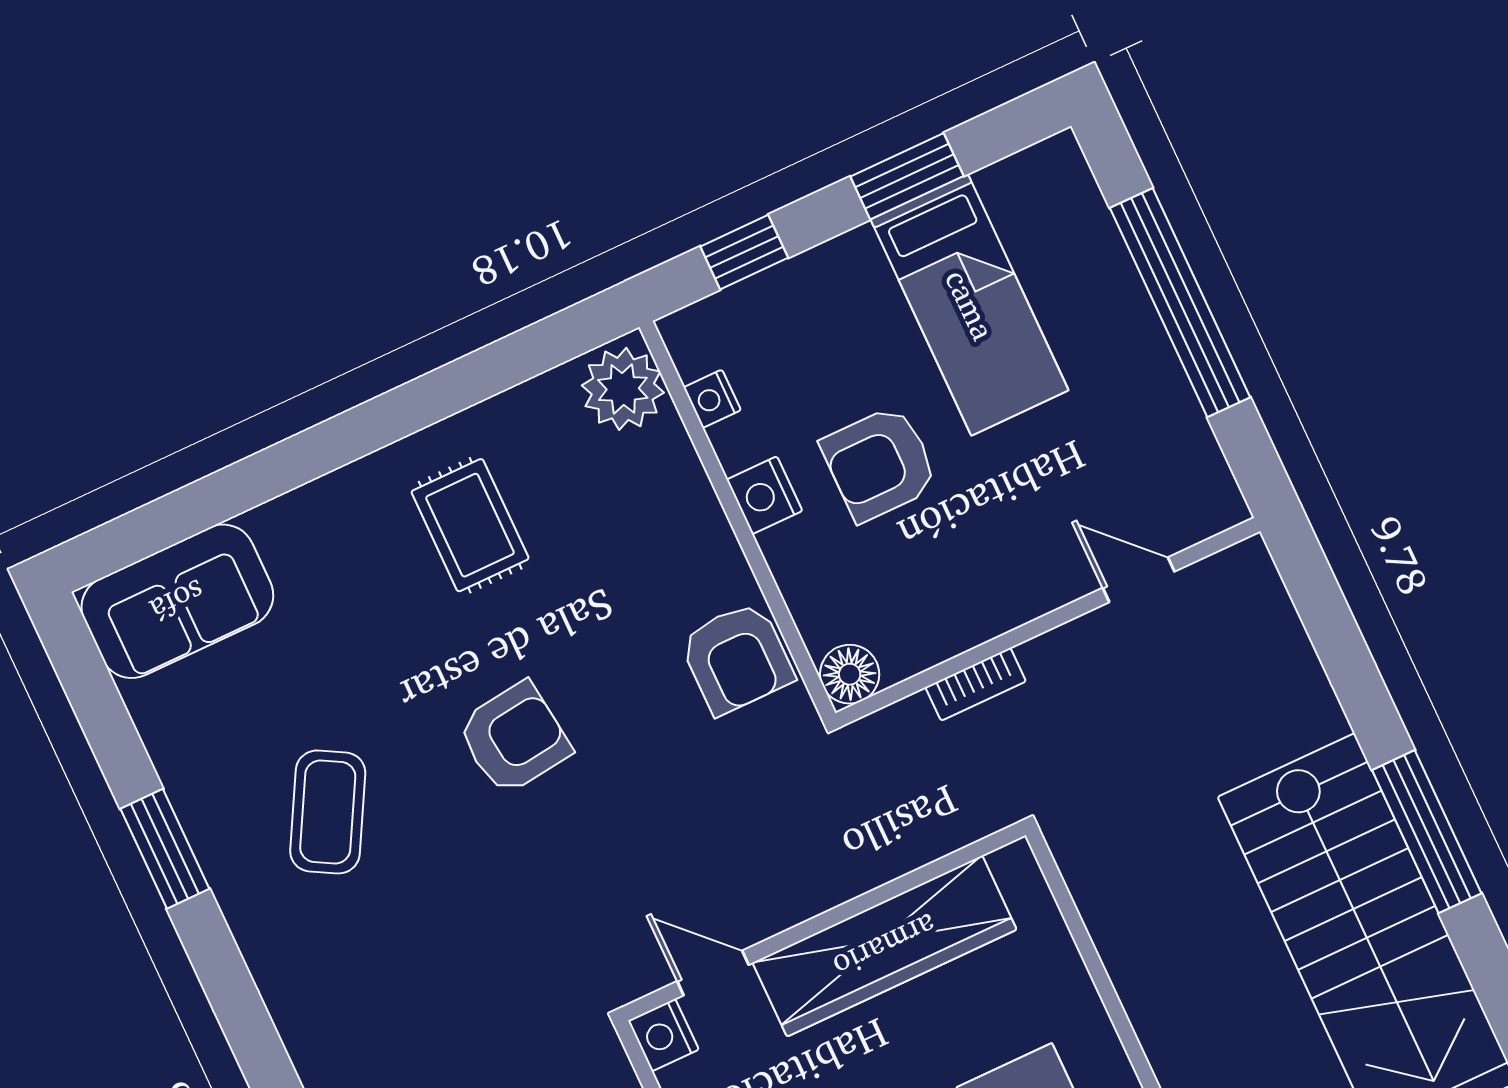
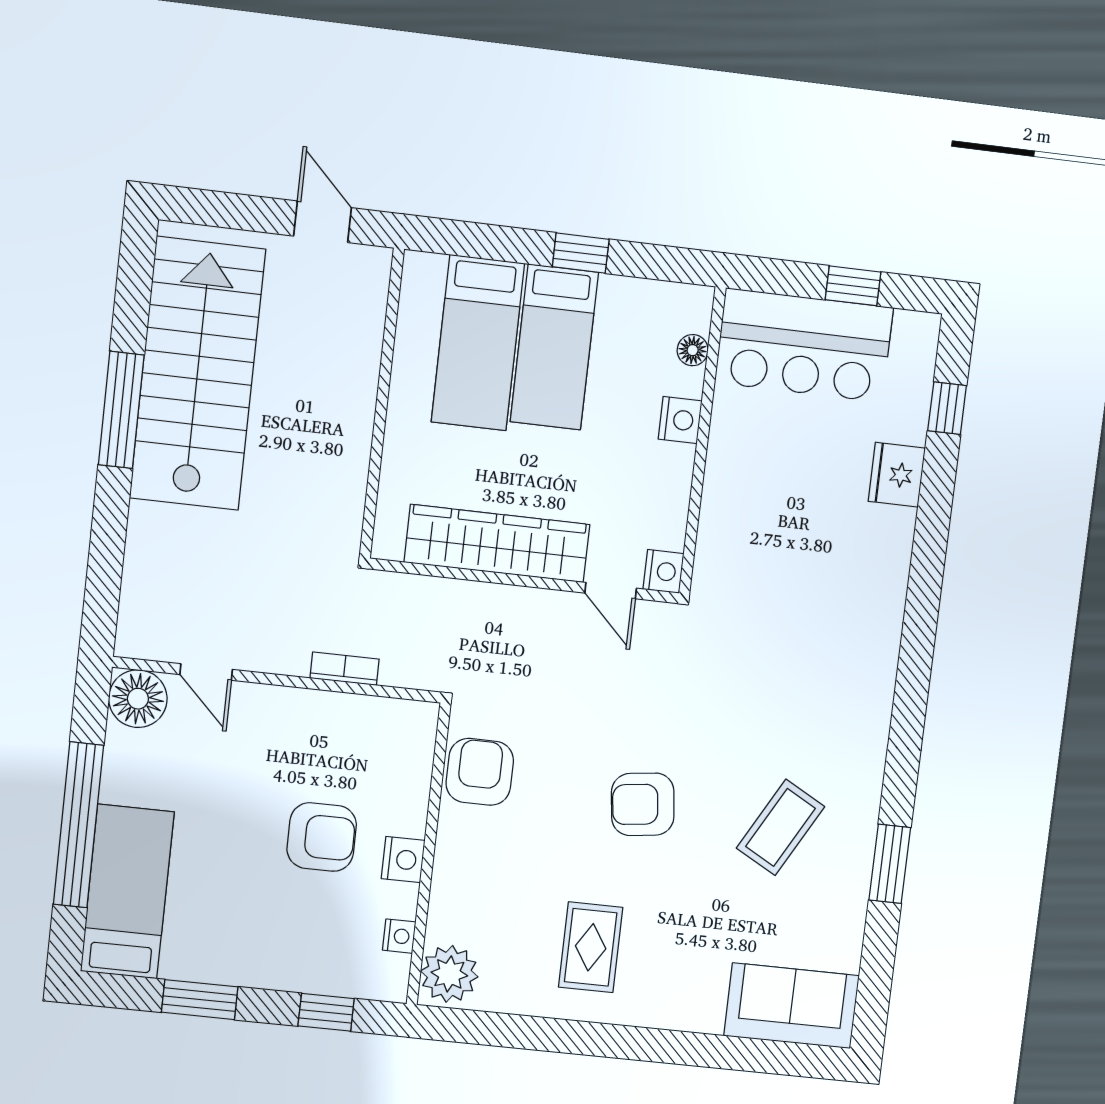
bed: (970, 305) -> (127, 892), moved
floor lamp: (850, 674) -> (138, 699), moved, width x1.38, depth x1.38

